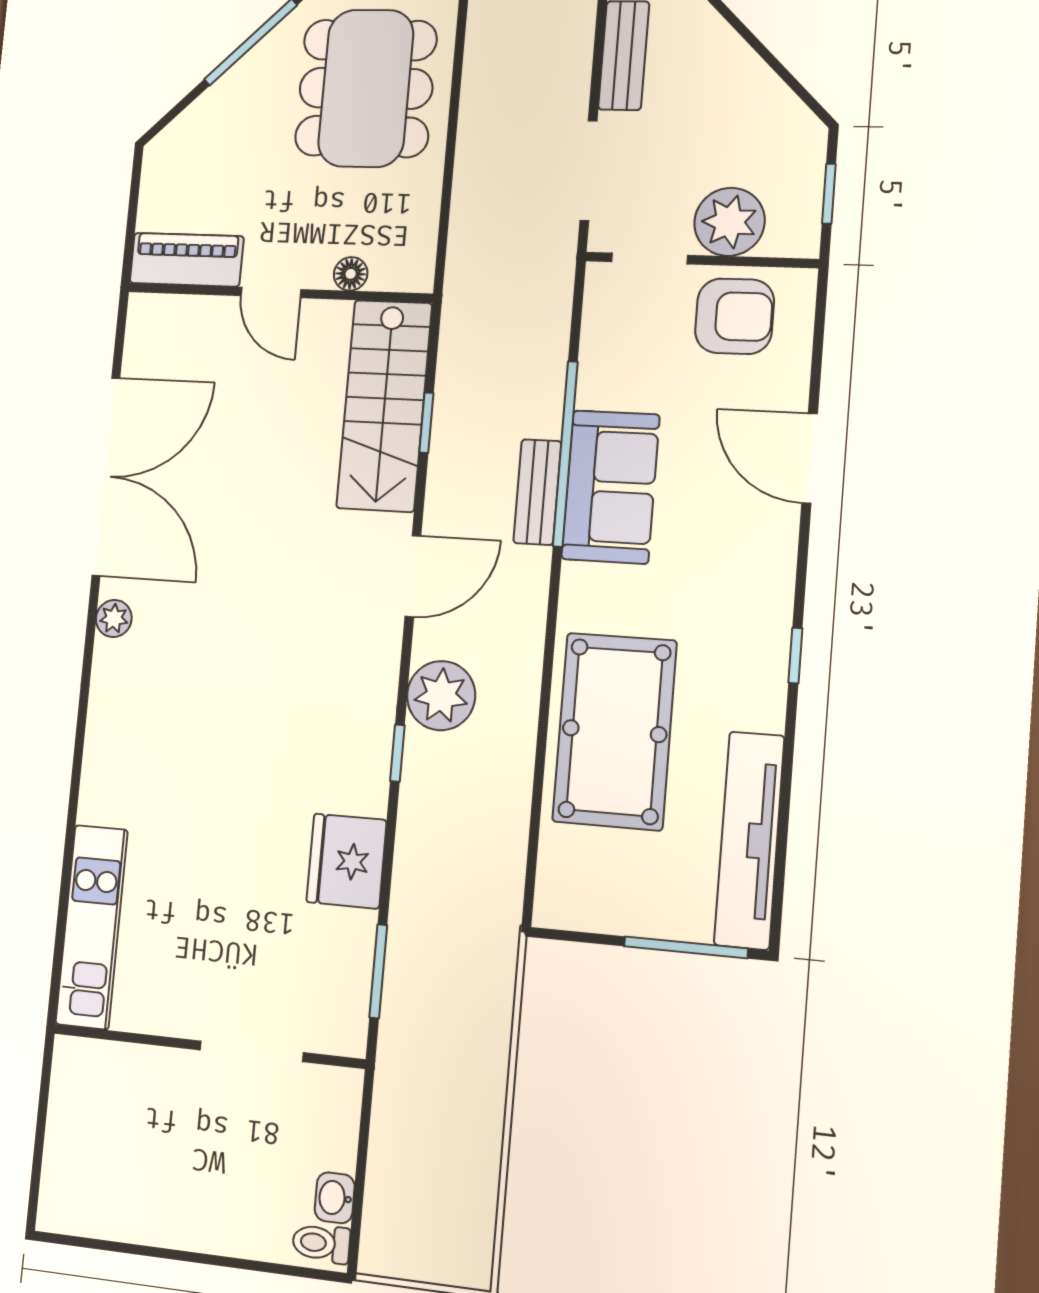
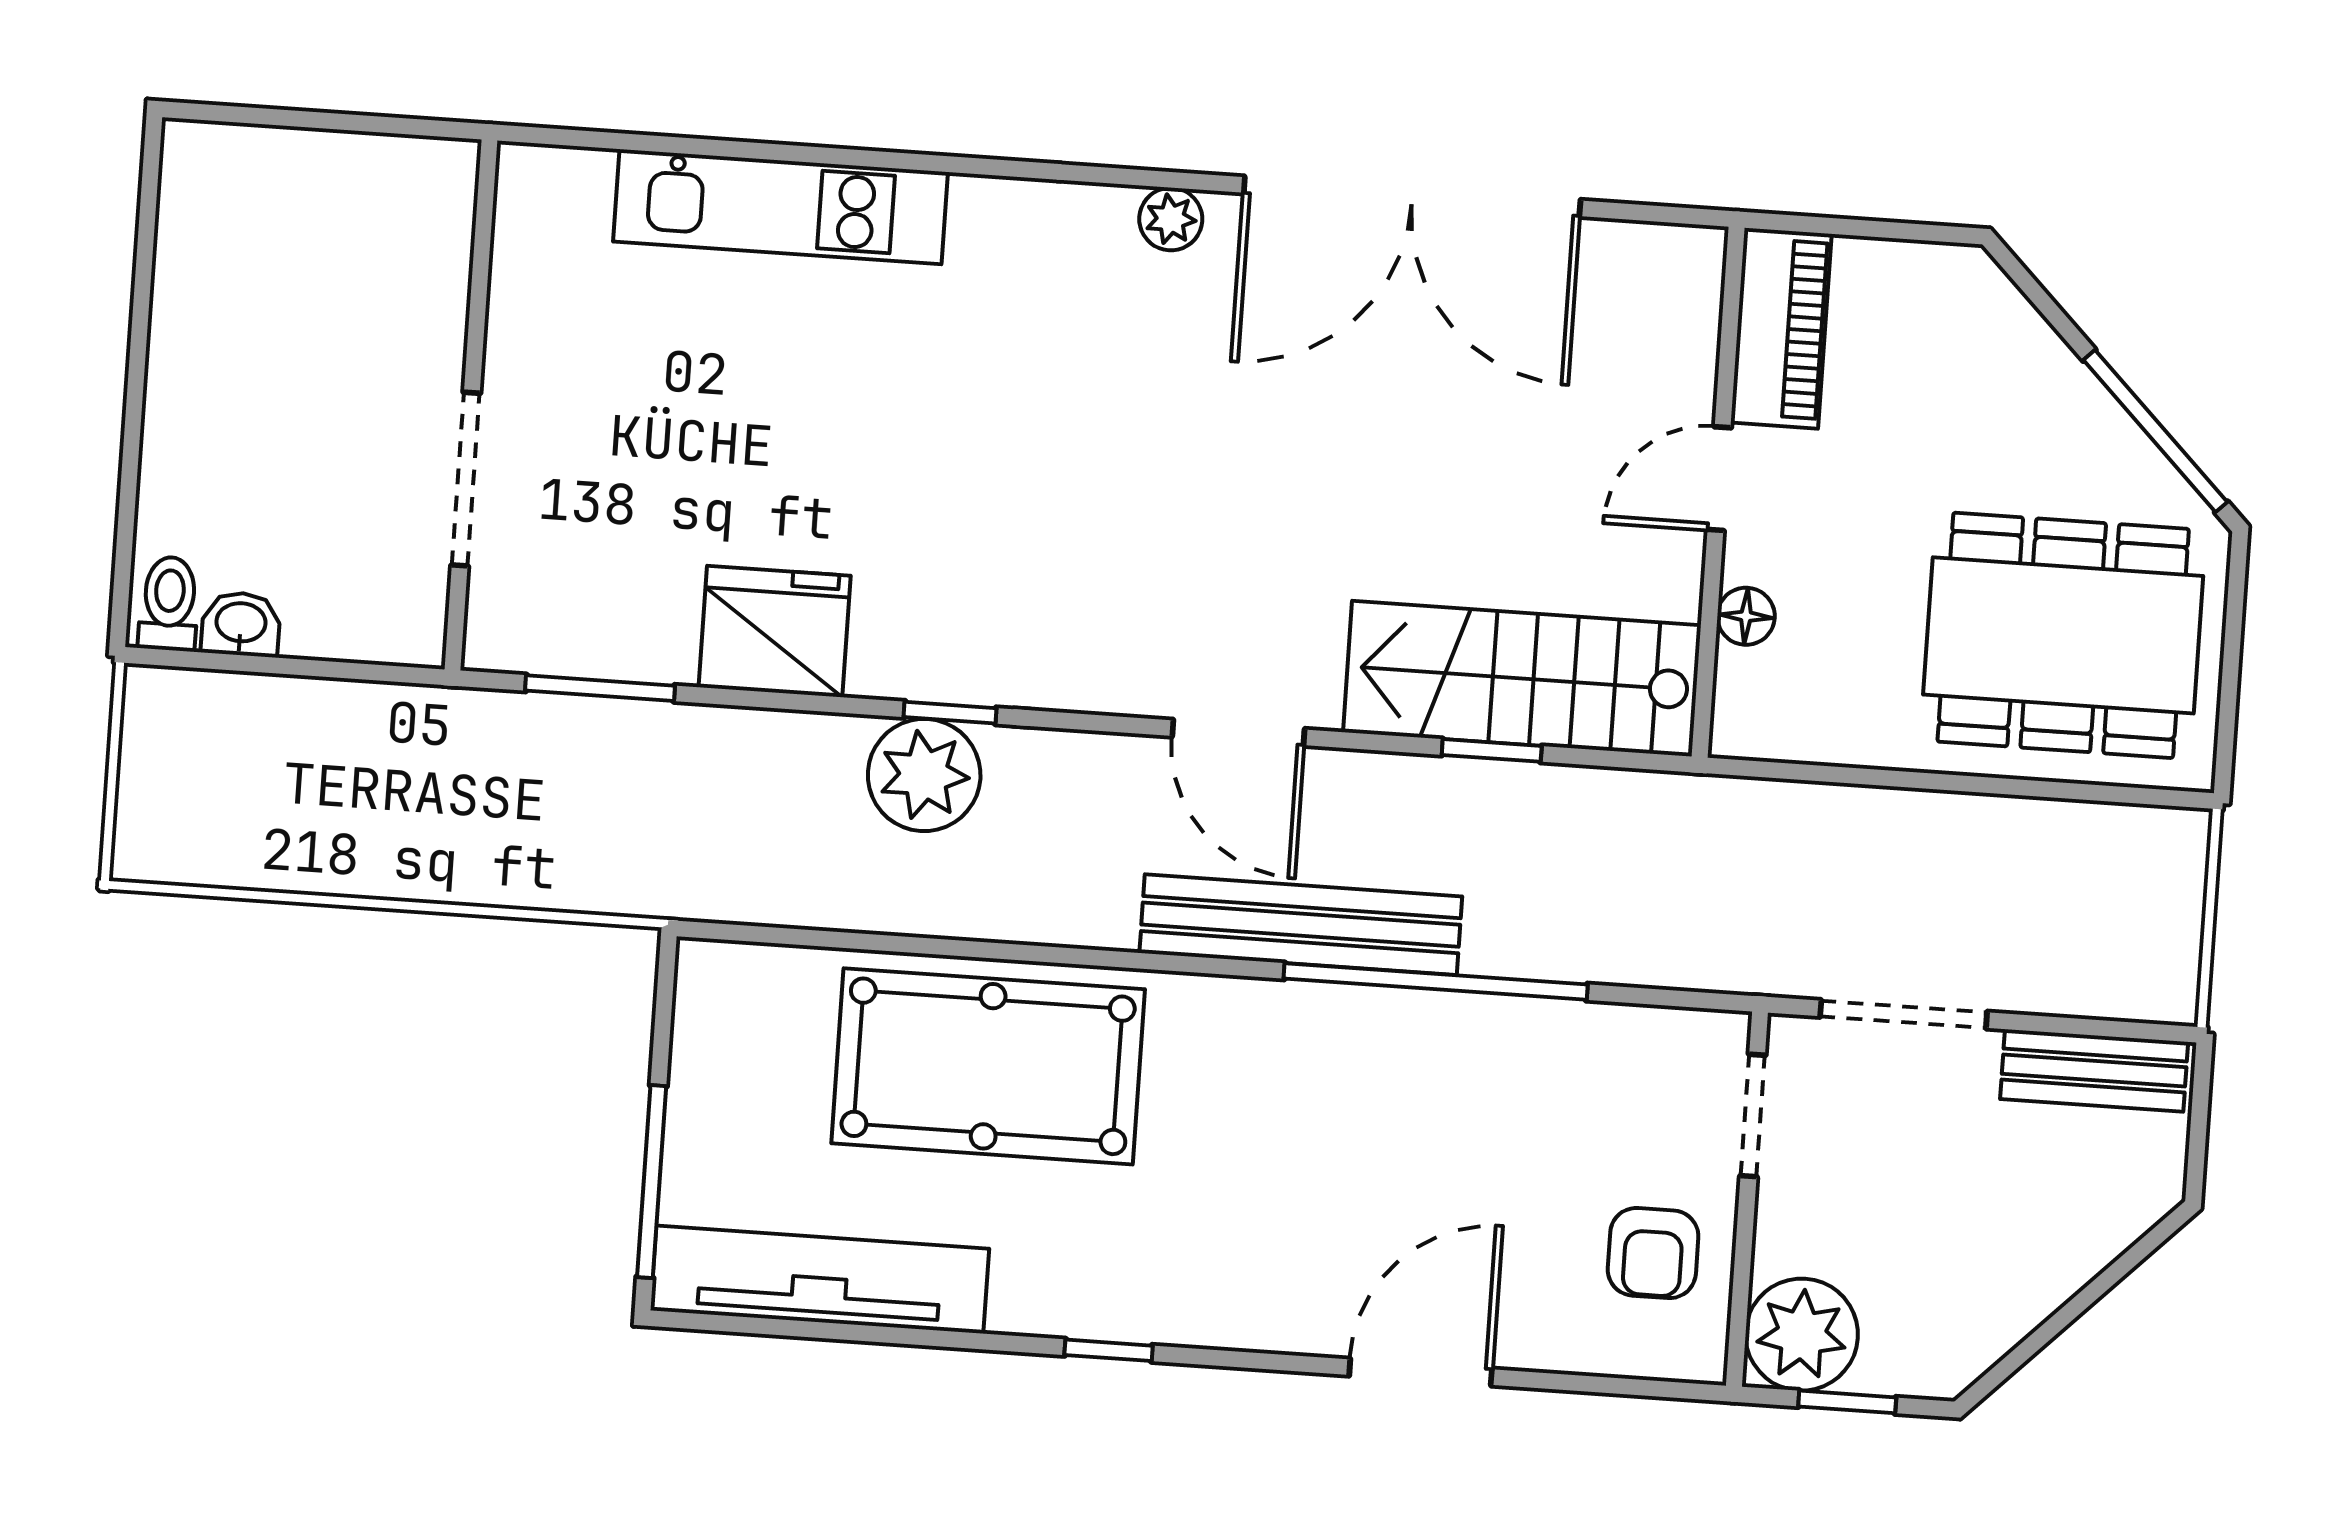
plant: (729, 222) -> (1802, 1335), moved
armchair: (735, 316) -> (1653, 1253), width x0.72, depth x0.72
sofa: (611, 487) -> (1380, 1056), removed
bench: (537, 492) -> (1301, 925), width x1.86, depth x1.21
plant: (441, 696) -> (924, 775), moved
kitchen unit: (92, 927) -> (781, 207), moved

